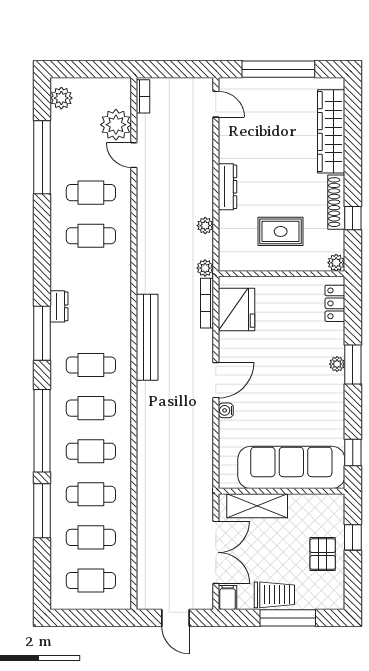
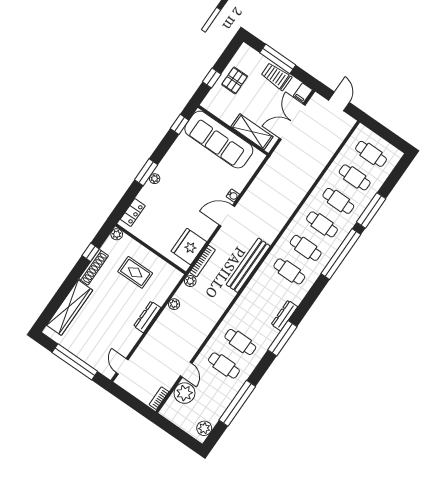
dresser: (59, 306) -> (284, 315), width x1.44
window: (42, 333) -> (282, 338), moved

